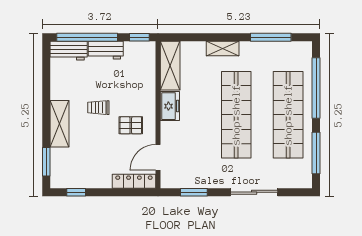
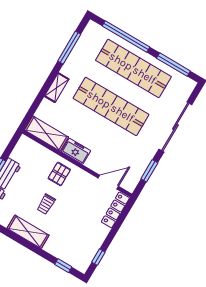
window: (139, 37) -> (12, 144), removed
shelving: (60, 124) -> (28, 232), moved
pallet: (131, 125) -> (59, 174), moved
door: (158, 157) -> (108, 182), swing flipped
window: (46, 162) -> (63, 266), width x0.67
sliding door: (254, 192) -> (175, 127), width x1.36

